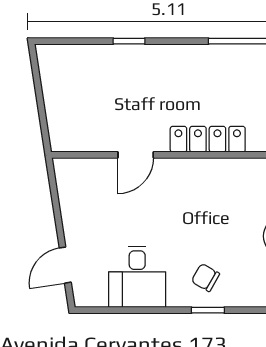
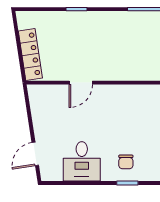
locker: (208, 139) -> (30, 54), moved, turned 81
chair: (205, 278) -> (126, 162), turned -120

